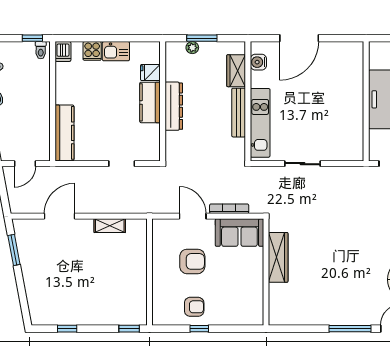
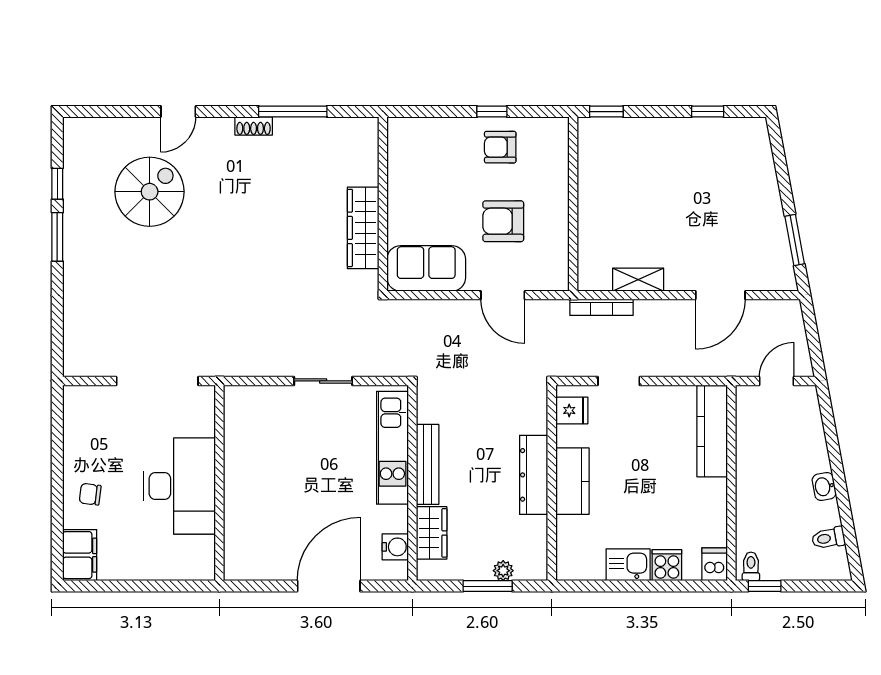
fridge: (150, 72) -> (572, 410), moved
bookcase: (229, 209) -> (602, 307), moved
shoe rack: (345, 320) -> (254, 126), added
window: (350, 329) -> (293, 112), moved

